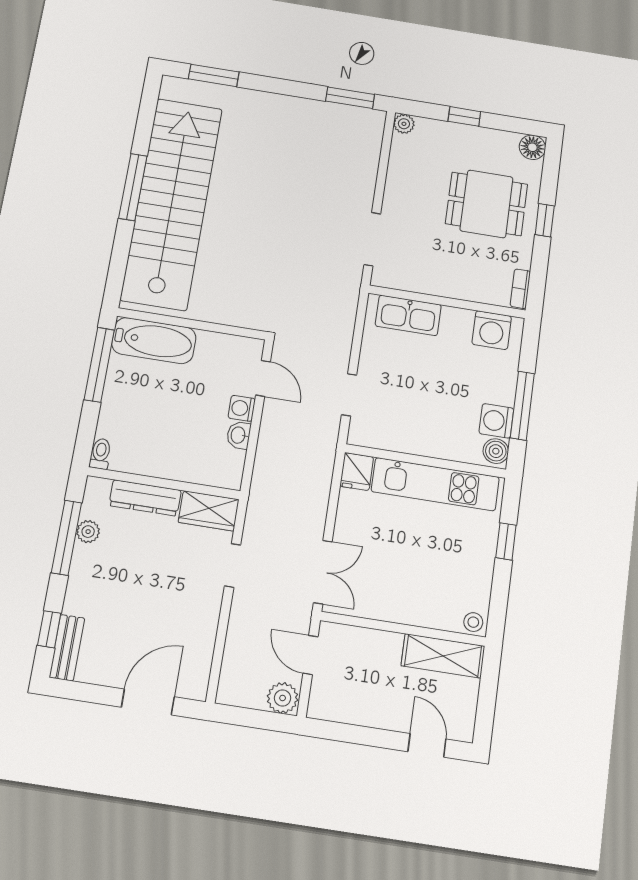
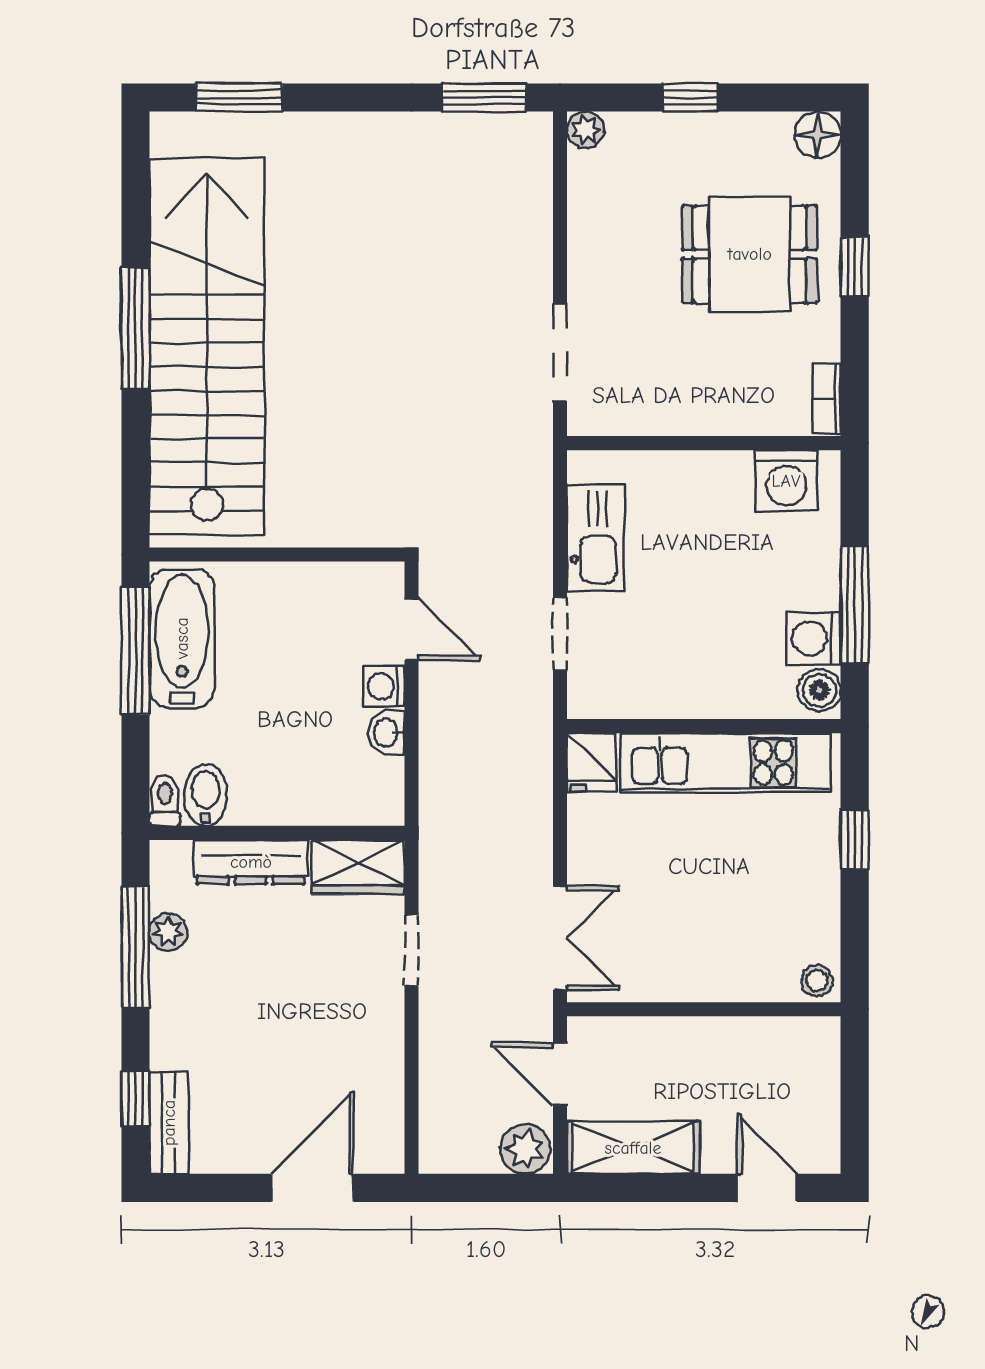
kitchen sink: (408, 315) -> (595, 538), moved, turned -90
bathtub: (154, 341) -> (182, 638), moved, turned -90
bidet: (125, 454) -> (206, 795), added
shelving: (443, 656) -> (633, 1148), moved

